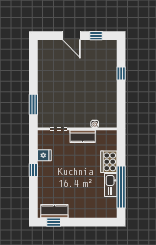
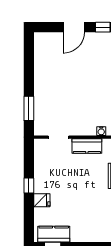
door: (71, 36) -> (74, 27), hinge flipped
fridge: (44, 155) -> (42, 200), moved

